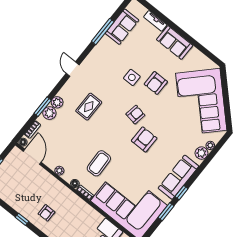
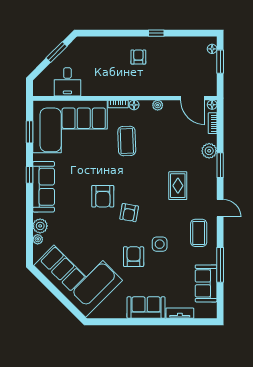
coffee table: (100, 64) -> (199, 233), added
plant: (57, 102) -> (210, 166), removed
window: (43, 107) -> (220, 165), moved
window: (166, 212) -> (29, 132), moved

